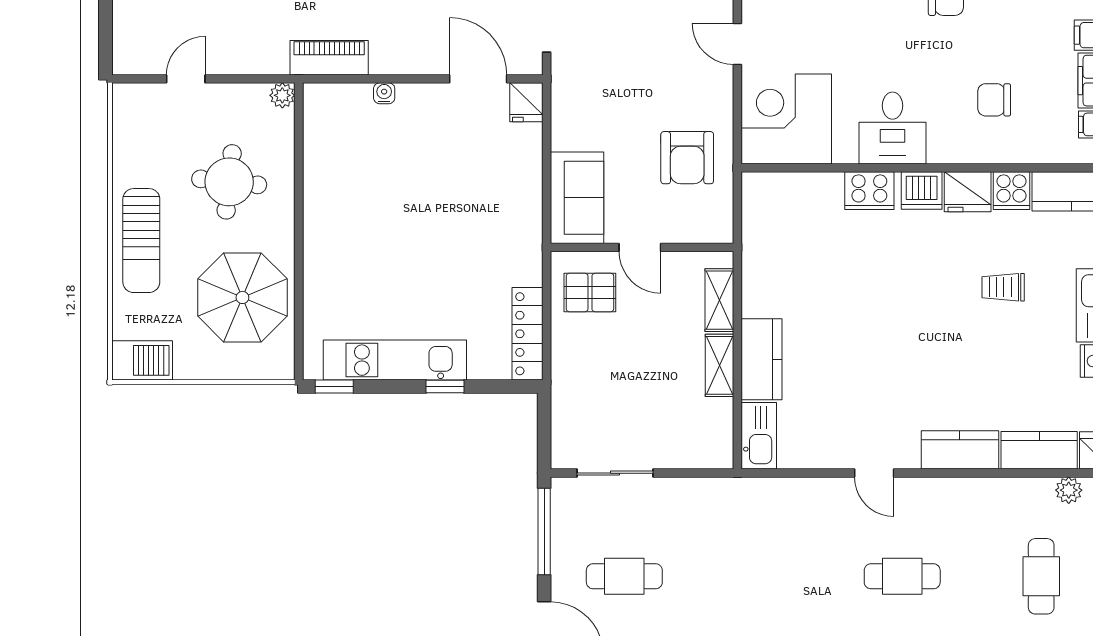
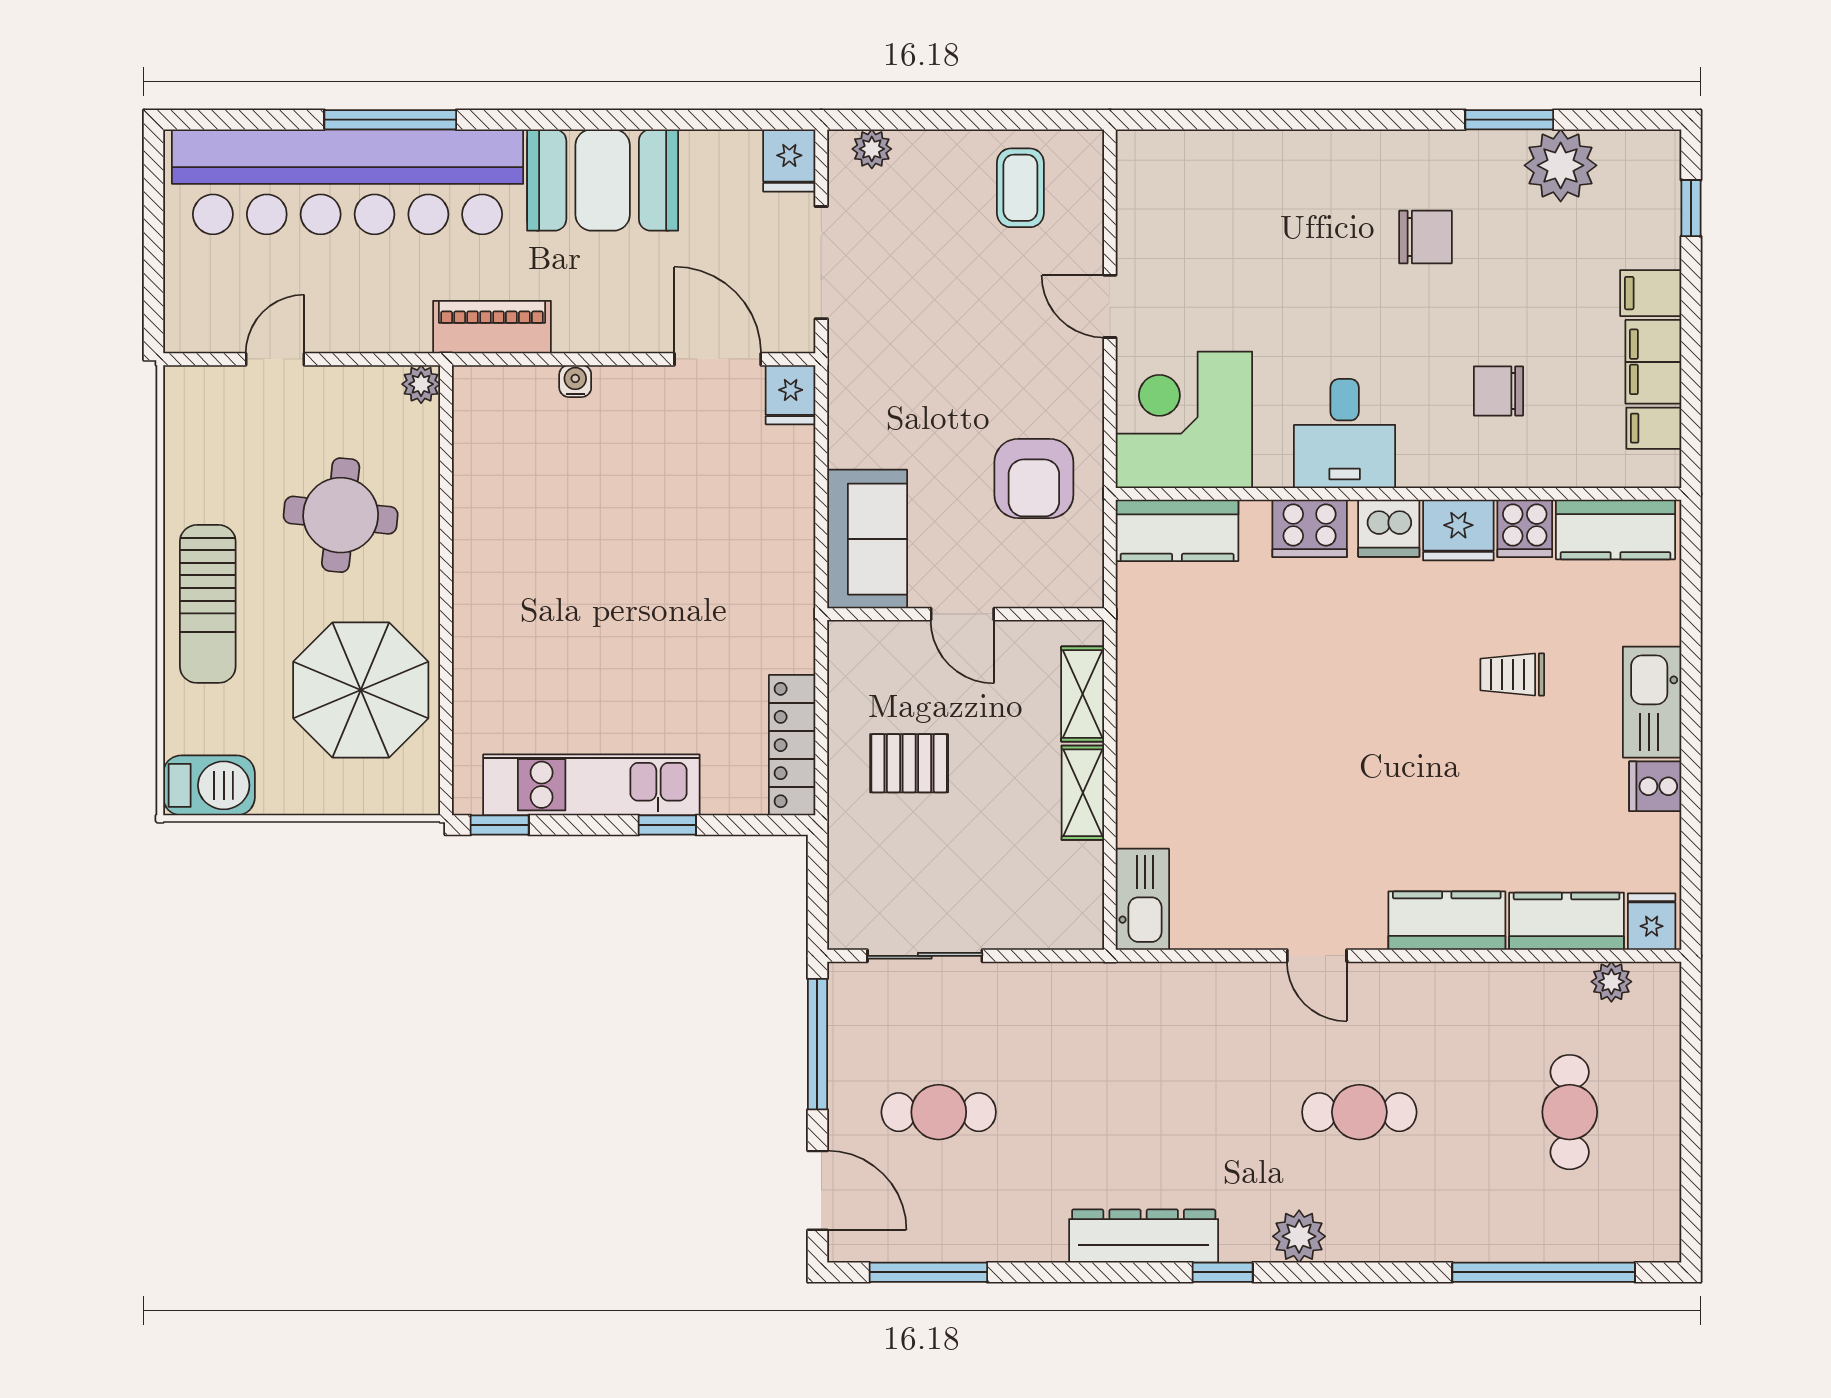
pallet: (590, 292) -> (909, 763), moved
kitchen counter: (761, 359) -> (1177, 530), moved, turned 90

